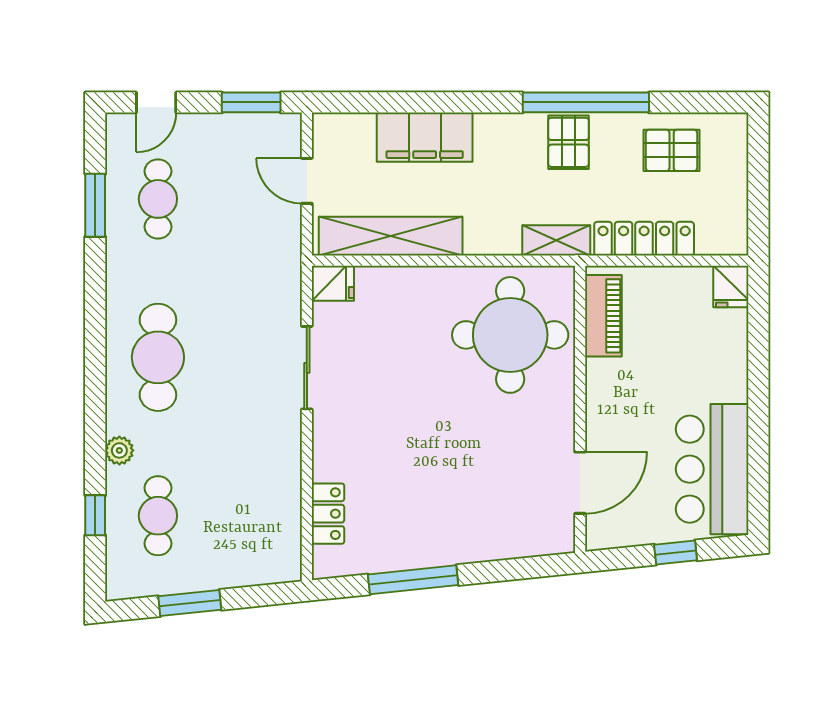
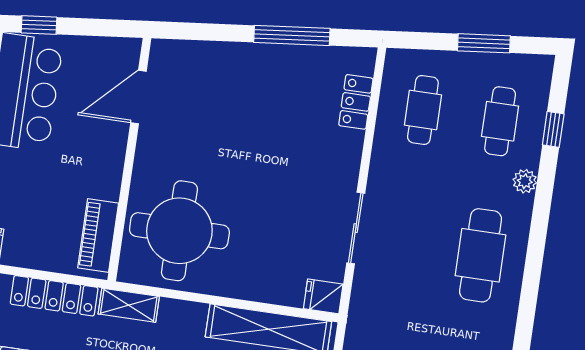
cafe table: (249, 516) -> (423, 110), added
window: (676, 552) -> (39, 25), moved

